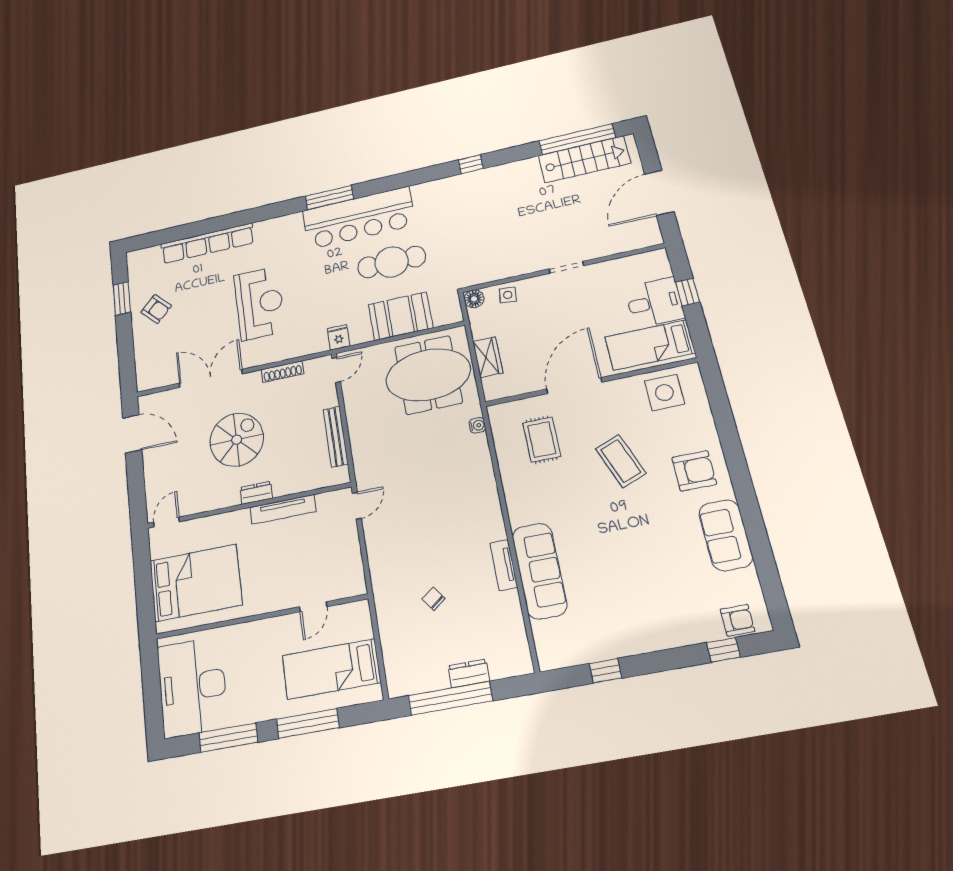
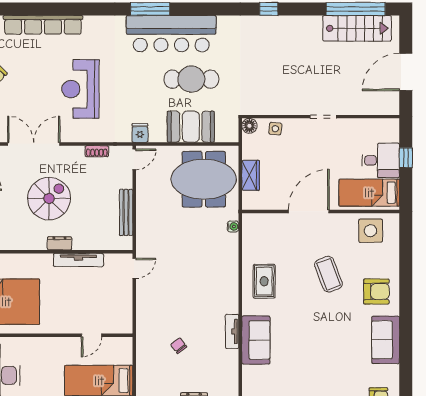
reception desk: (260, 303) -> (80, 89), turned 180
shoe rack: (283, 372) -> (97, 151), width x0.70
rug: (542, 440) -> (264, 281), moved
sofa: (539, 571) -> (256, 340), width x0.73

